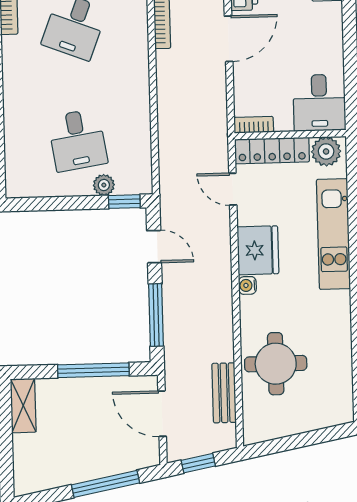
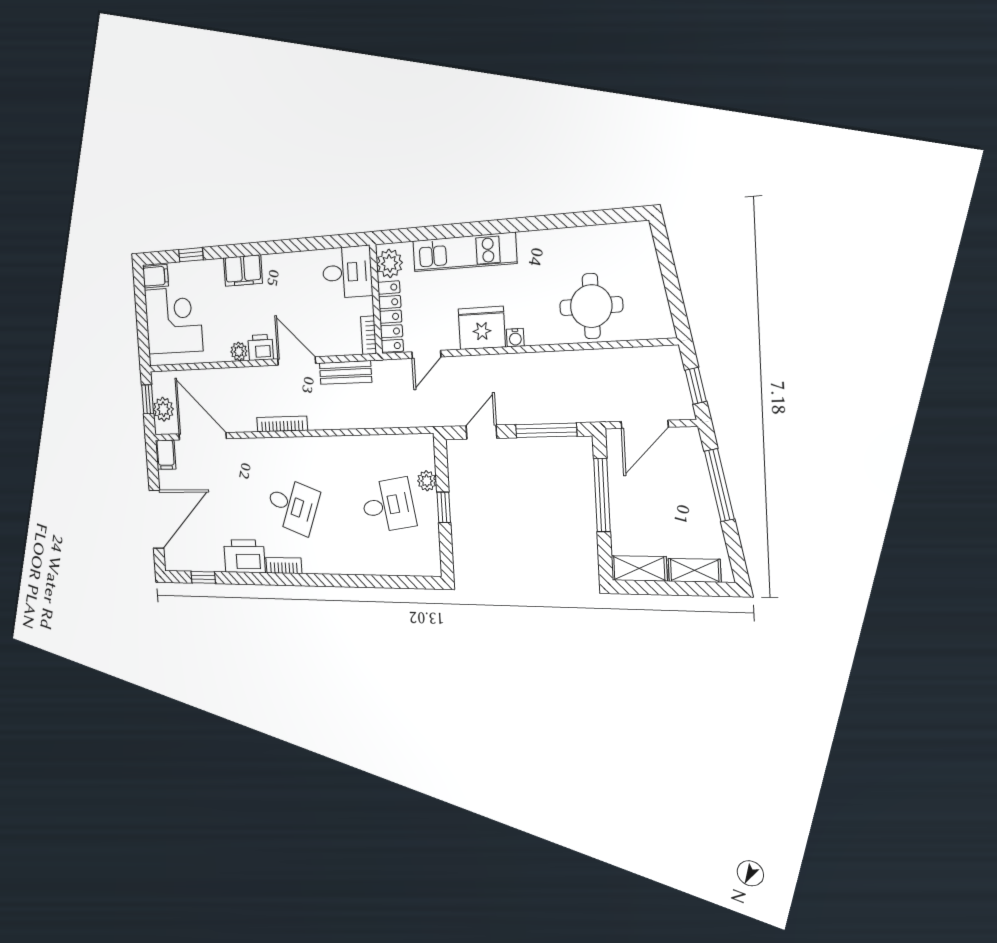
window: (124, 202) -> (444, 507), moved
bench: (224, 393) -> (345, 373), moved
shelving: (24, 459) -> (695, 570), added

